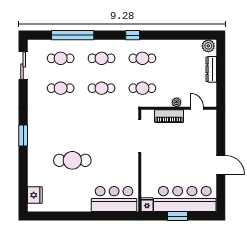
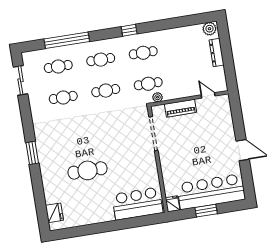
plant: (177, 102) -> (158, 97), moved

